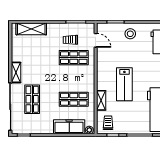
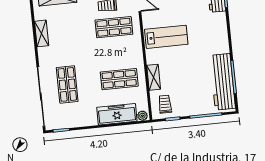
shelving: (16, 72) -> (42, 33), moved
lab bench: (124, 84) -> (166, 37), moved, turned -90

